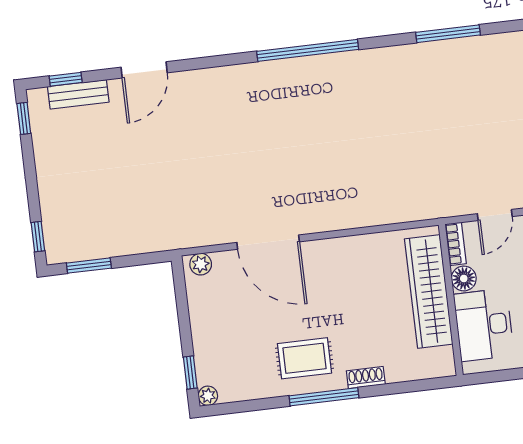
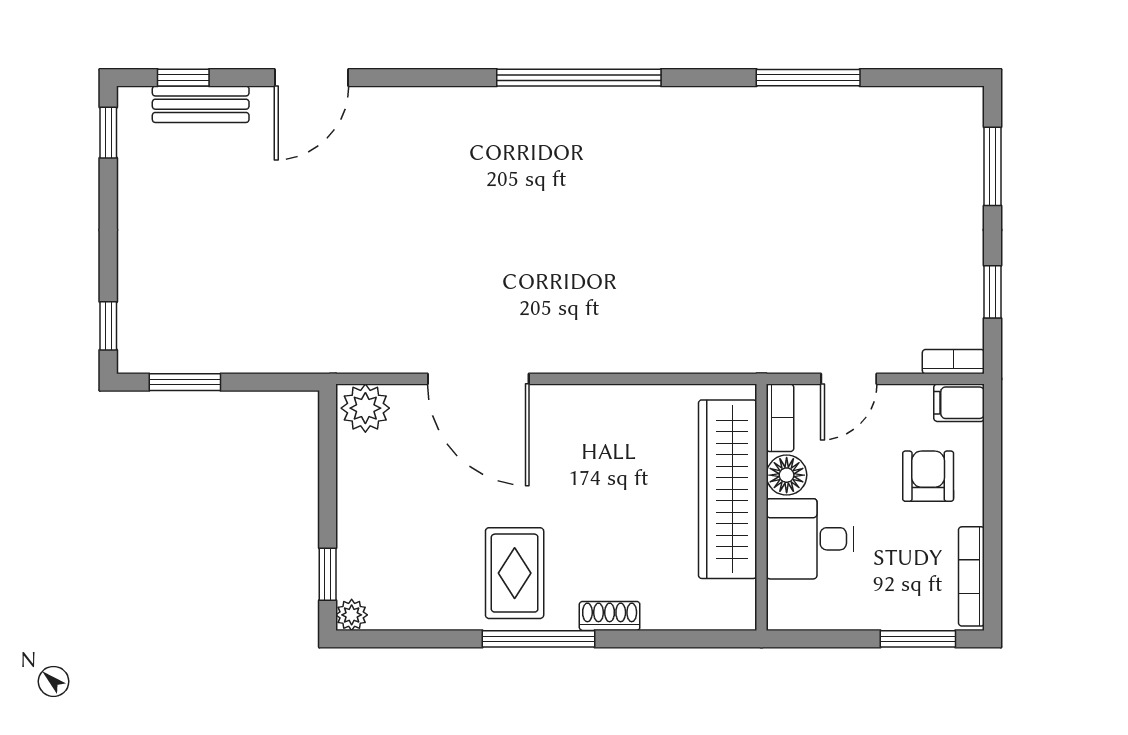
plant: (201, 264) -> (365, 408), width x1.38, depth x1.38
desk: (484, 325) -> (810, 539), width x0.73
rug: (305, 358) -> (515, 573), turned 90

